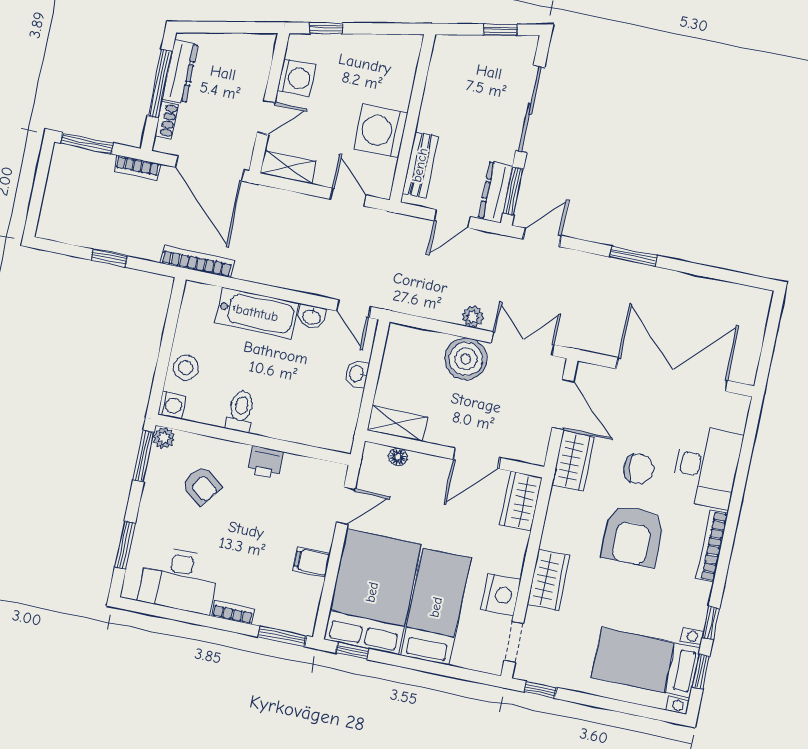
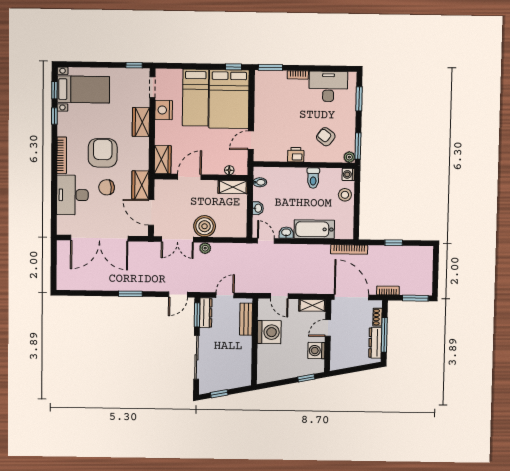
bidet: (344, 423) -> (260, 182), added
filing cabinet: (312, 562) -> (263, 108), removed

